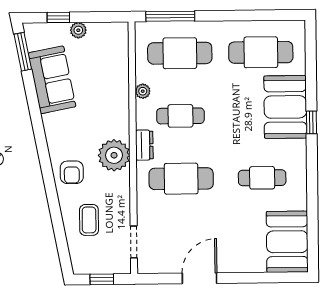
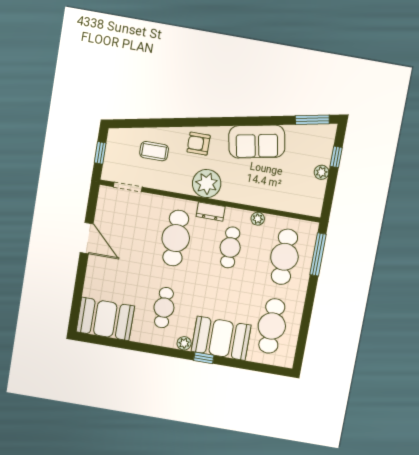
sofa: (52, 80) -> (257, 142), moved
plant: (299, 148) -> (184, 343), added

